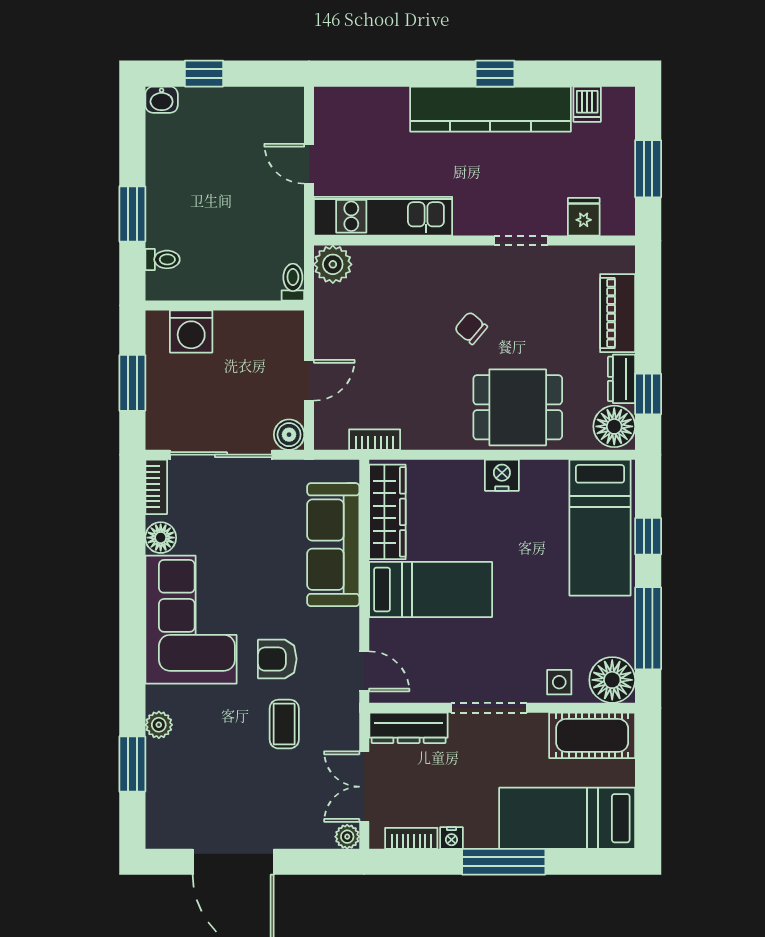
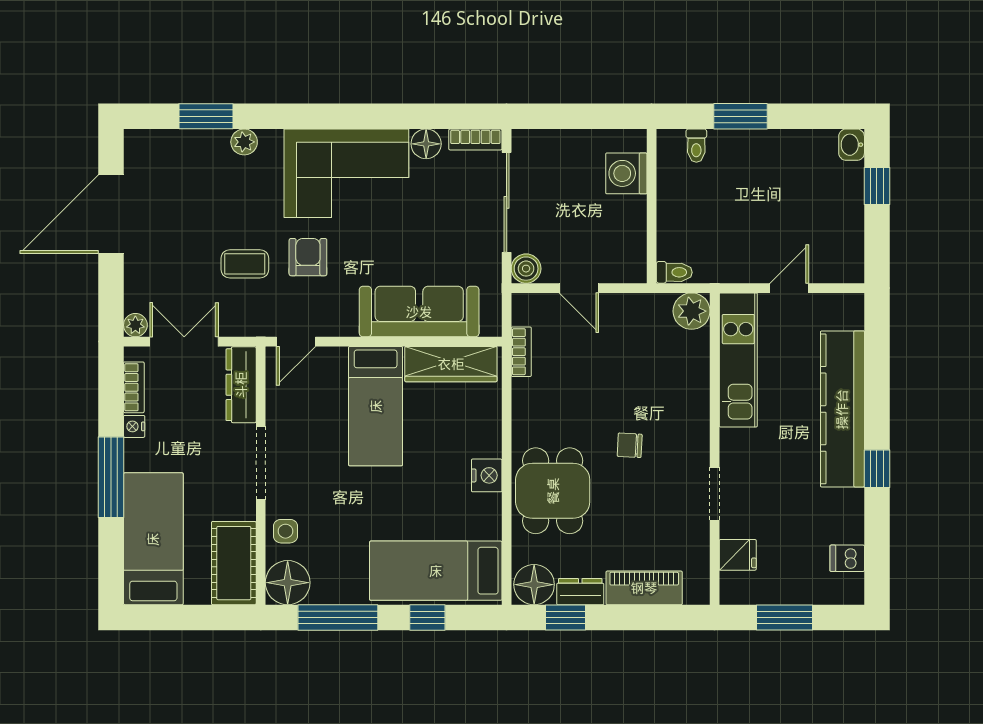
kitchen counter: (490, 109) -> (842, 409), moved
chair: (471, 328) -> (630, 445), turned -127
window: (132, 383) -> (576, 116), removed

